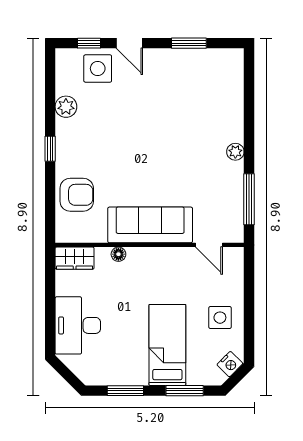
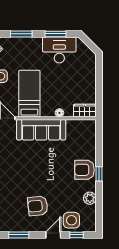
door: (129, 43) -> (53, 235), hinge flipped
armchair: (156, 93) -> (38, 206), added
armchair: (77, 195) -> (85, 170), moved
desk: (78, 325) -> (59, 50), moved, turned -90
bed: (167, 345) -> (29, 94), moved, turned 180

